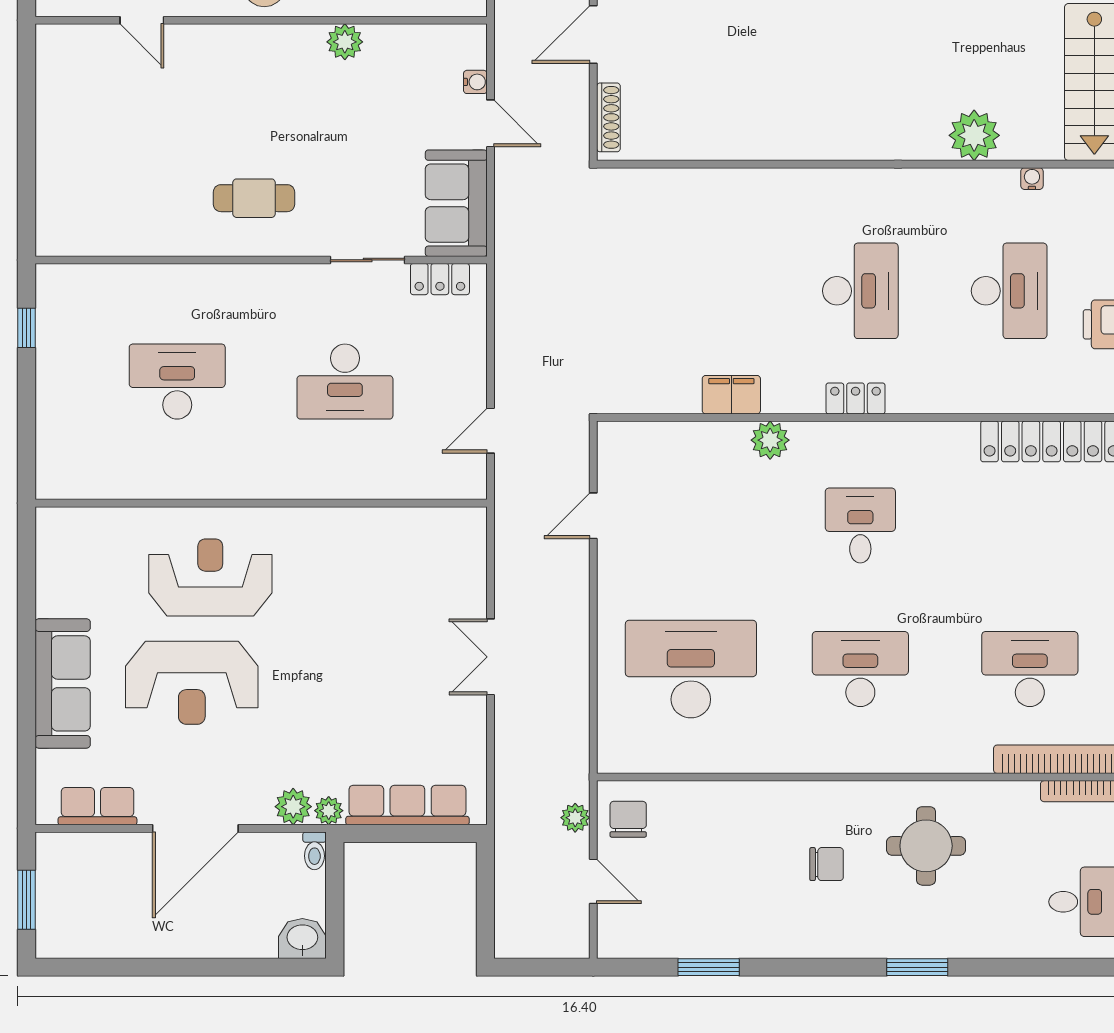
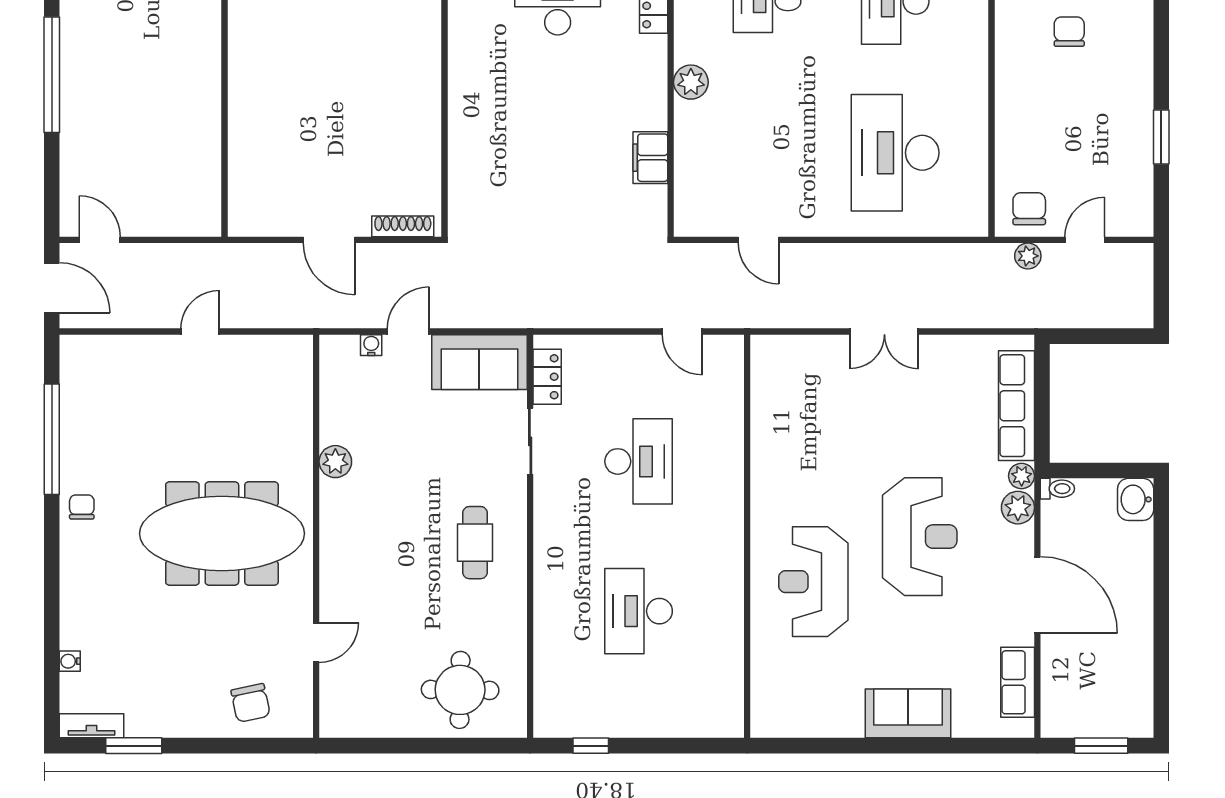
round table: (89, 181) -> (460, 690), added
filing cabinet: (731, 395) -> (650, 158), moved
sofa: (63, 683) -> (908, 713), width x0.73
reception desk: (192, 683) -> (920, 537), moved
chair: (628, 819) -> (1029, 209), turned 90

